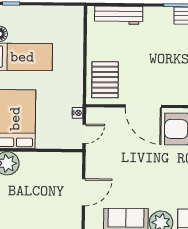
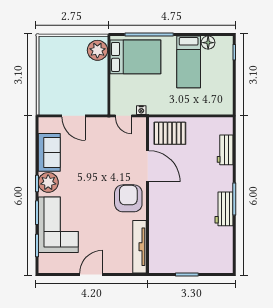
workbench: (119, 15) -> (225, 150), width x0.73
door: (143, 106) -> (148, 166), swing flipped

